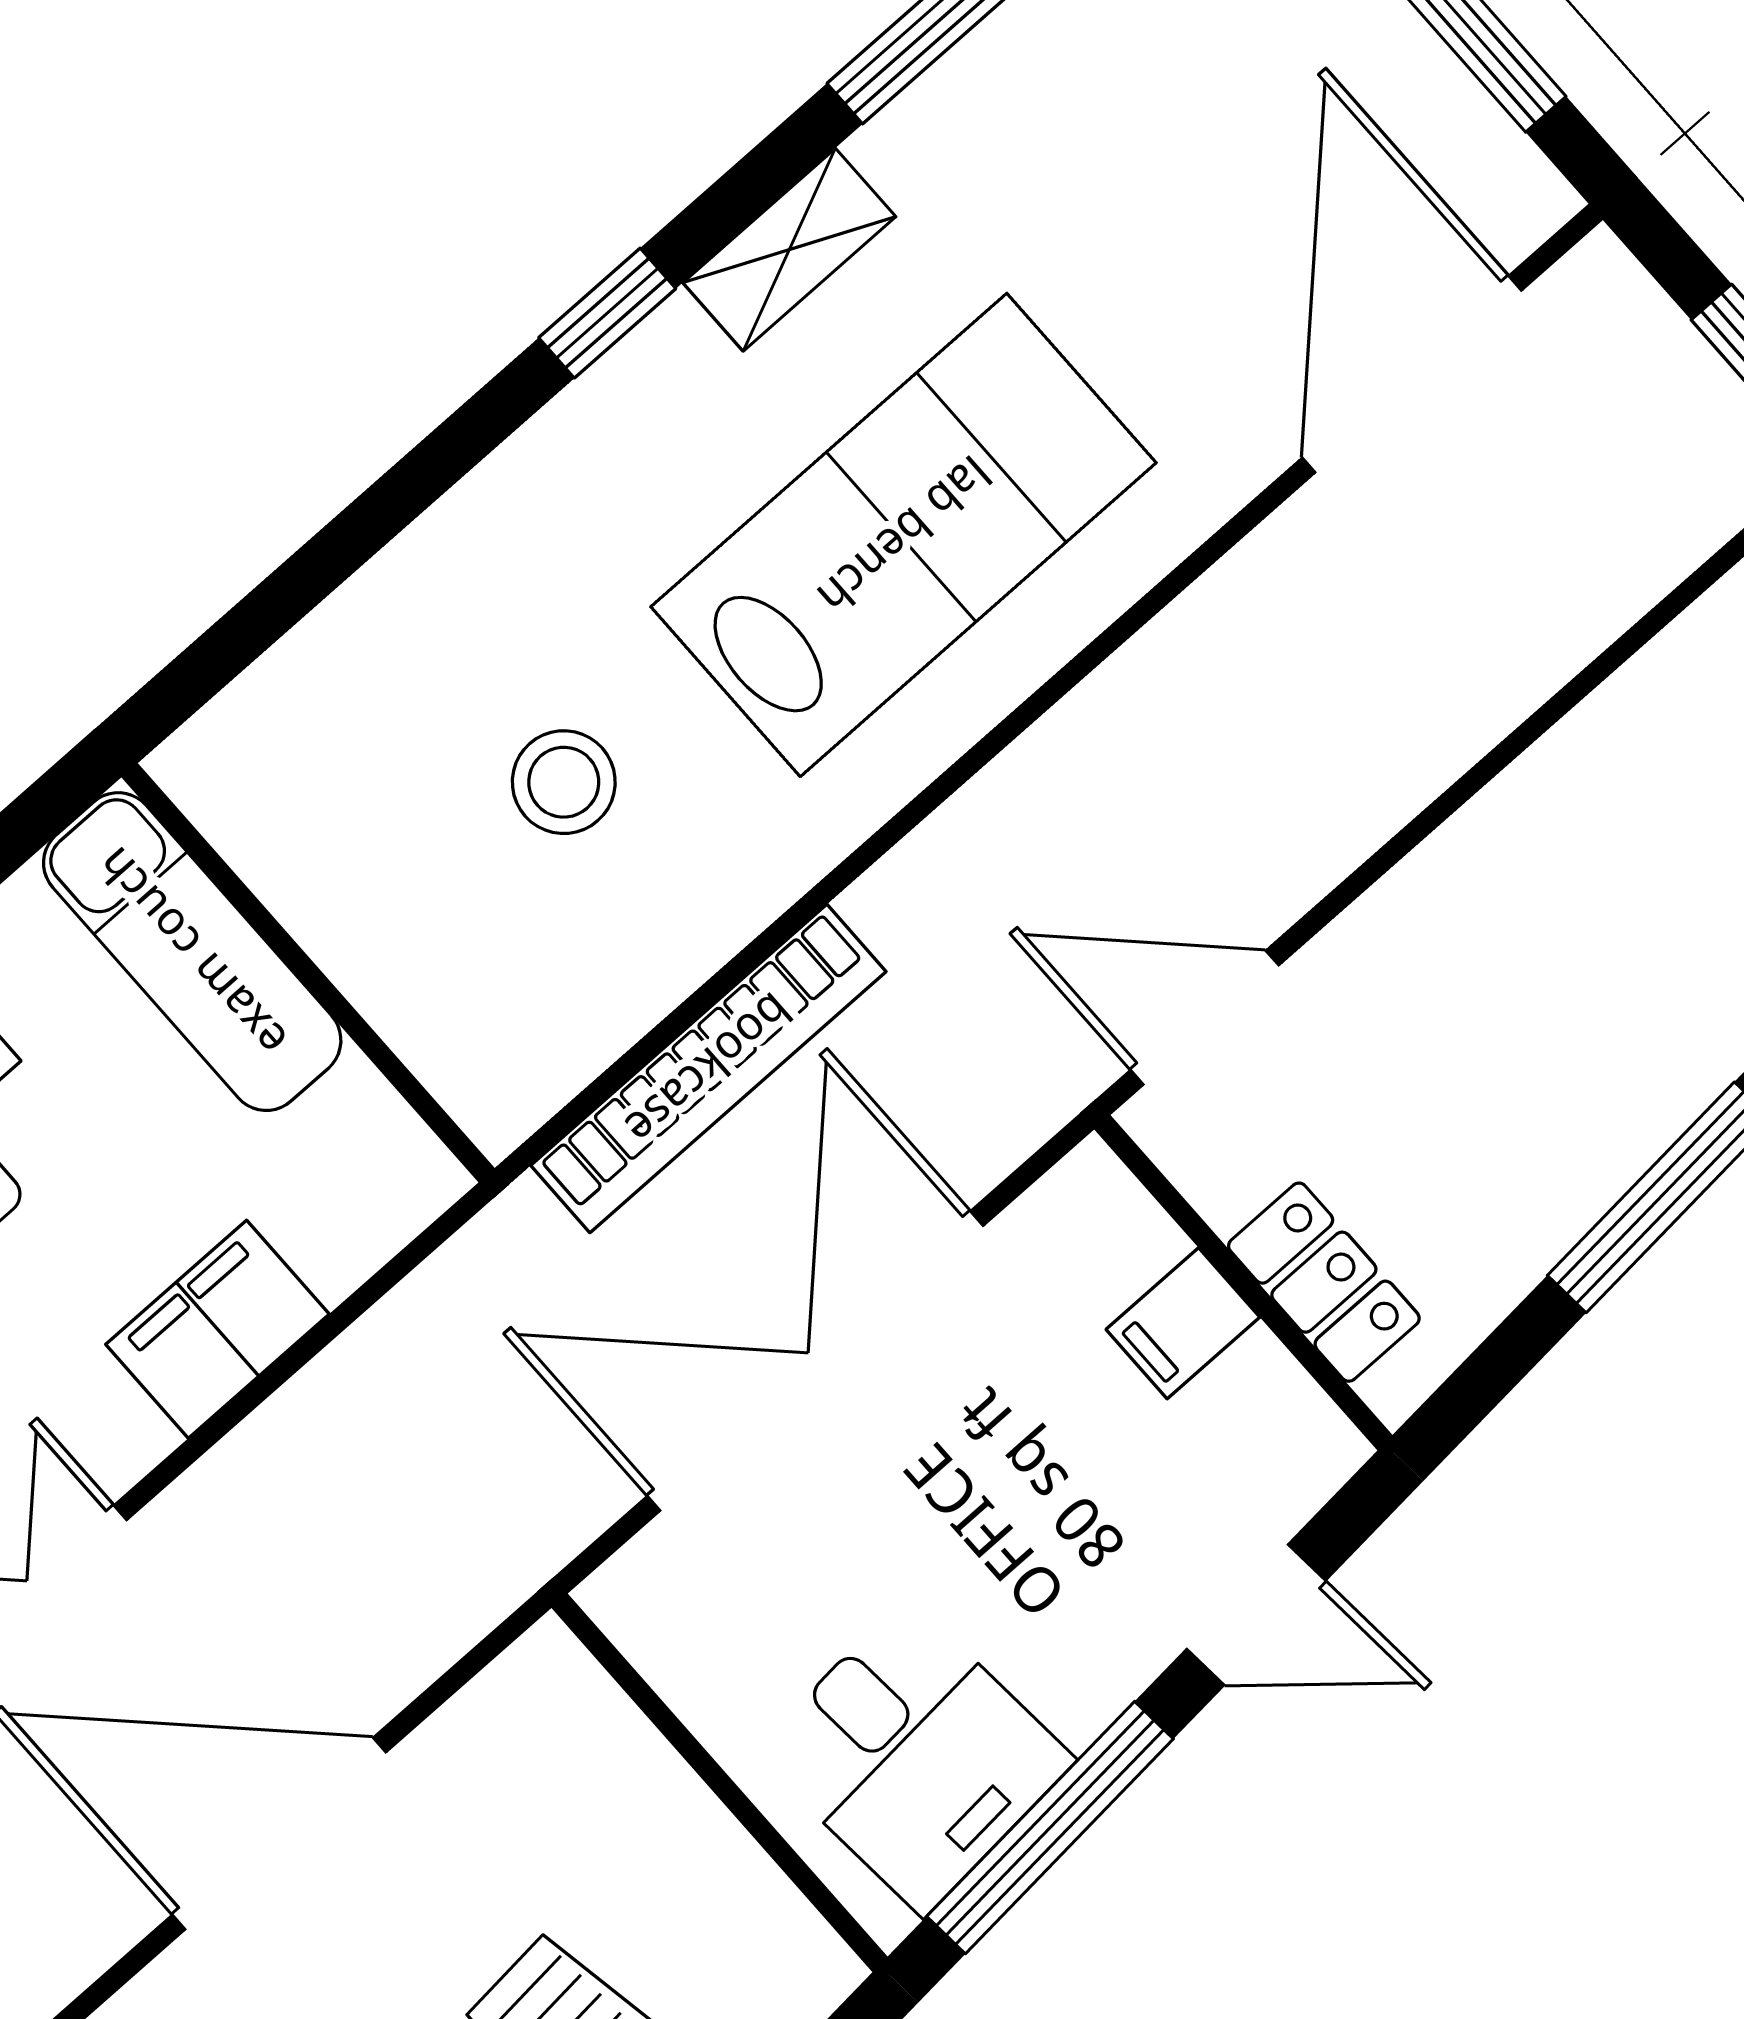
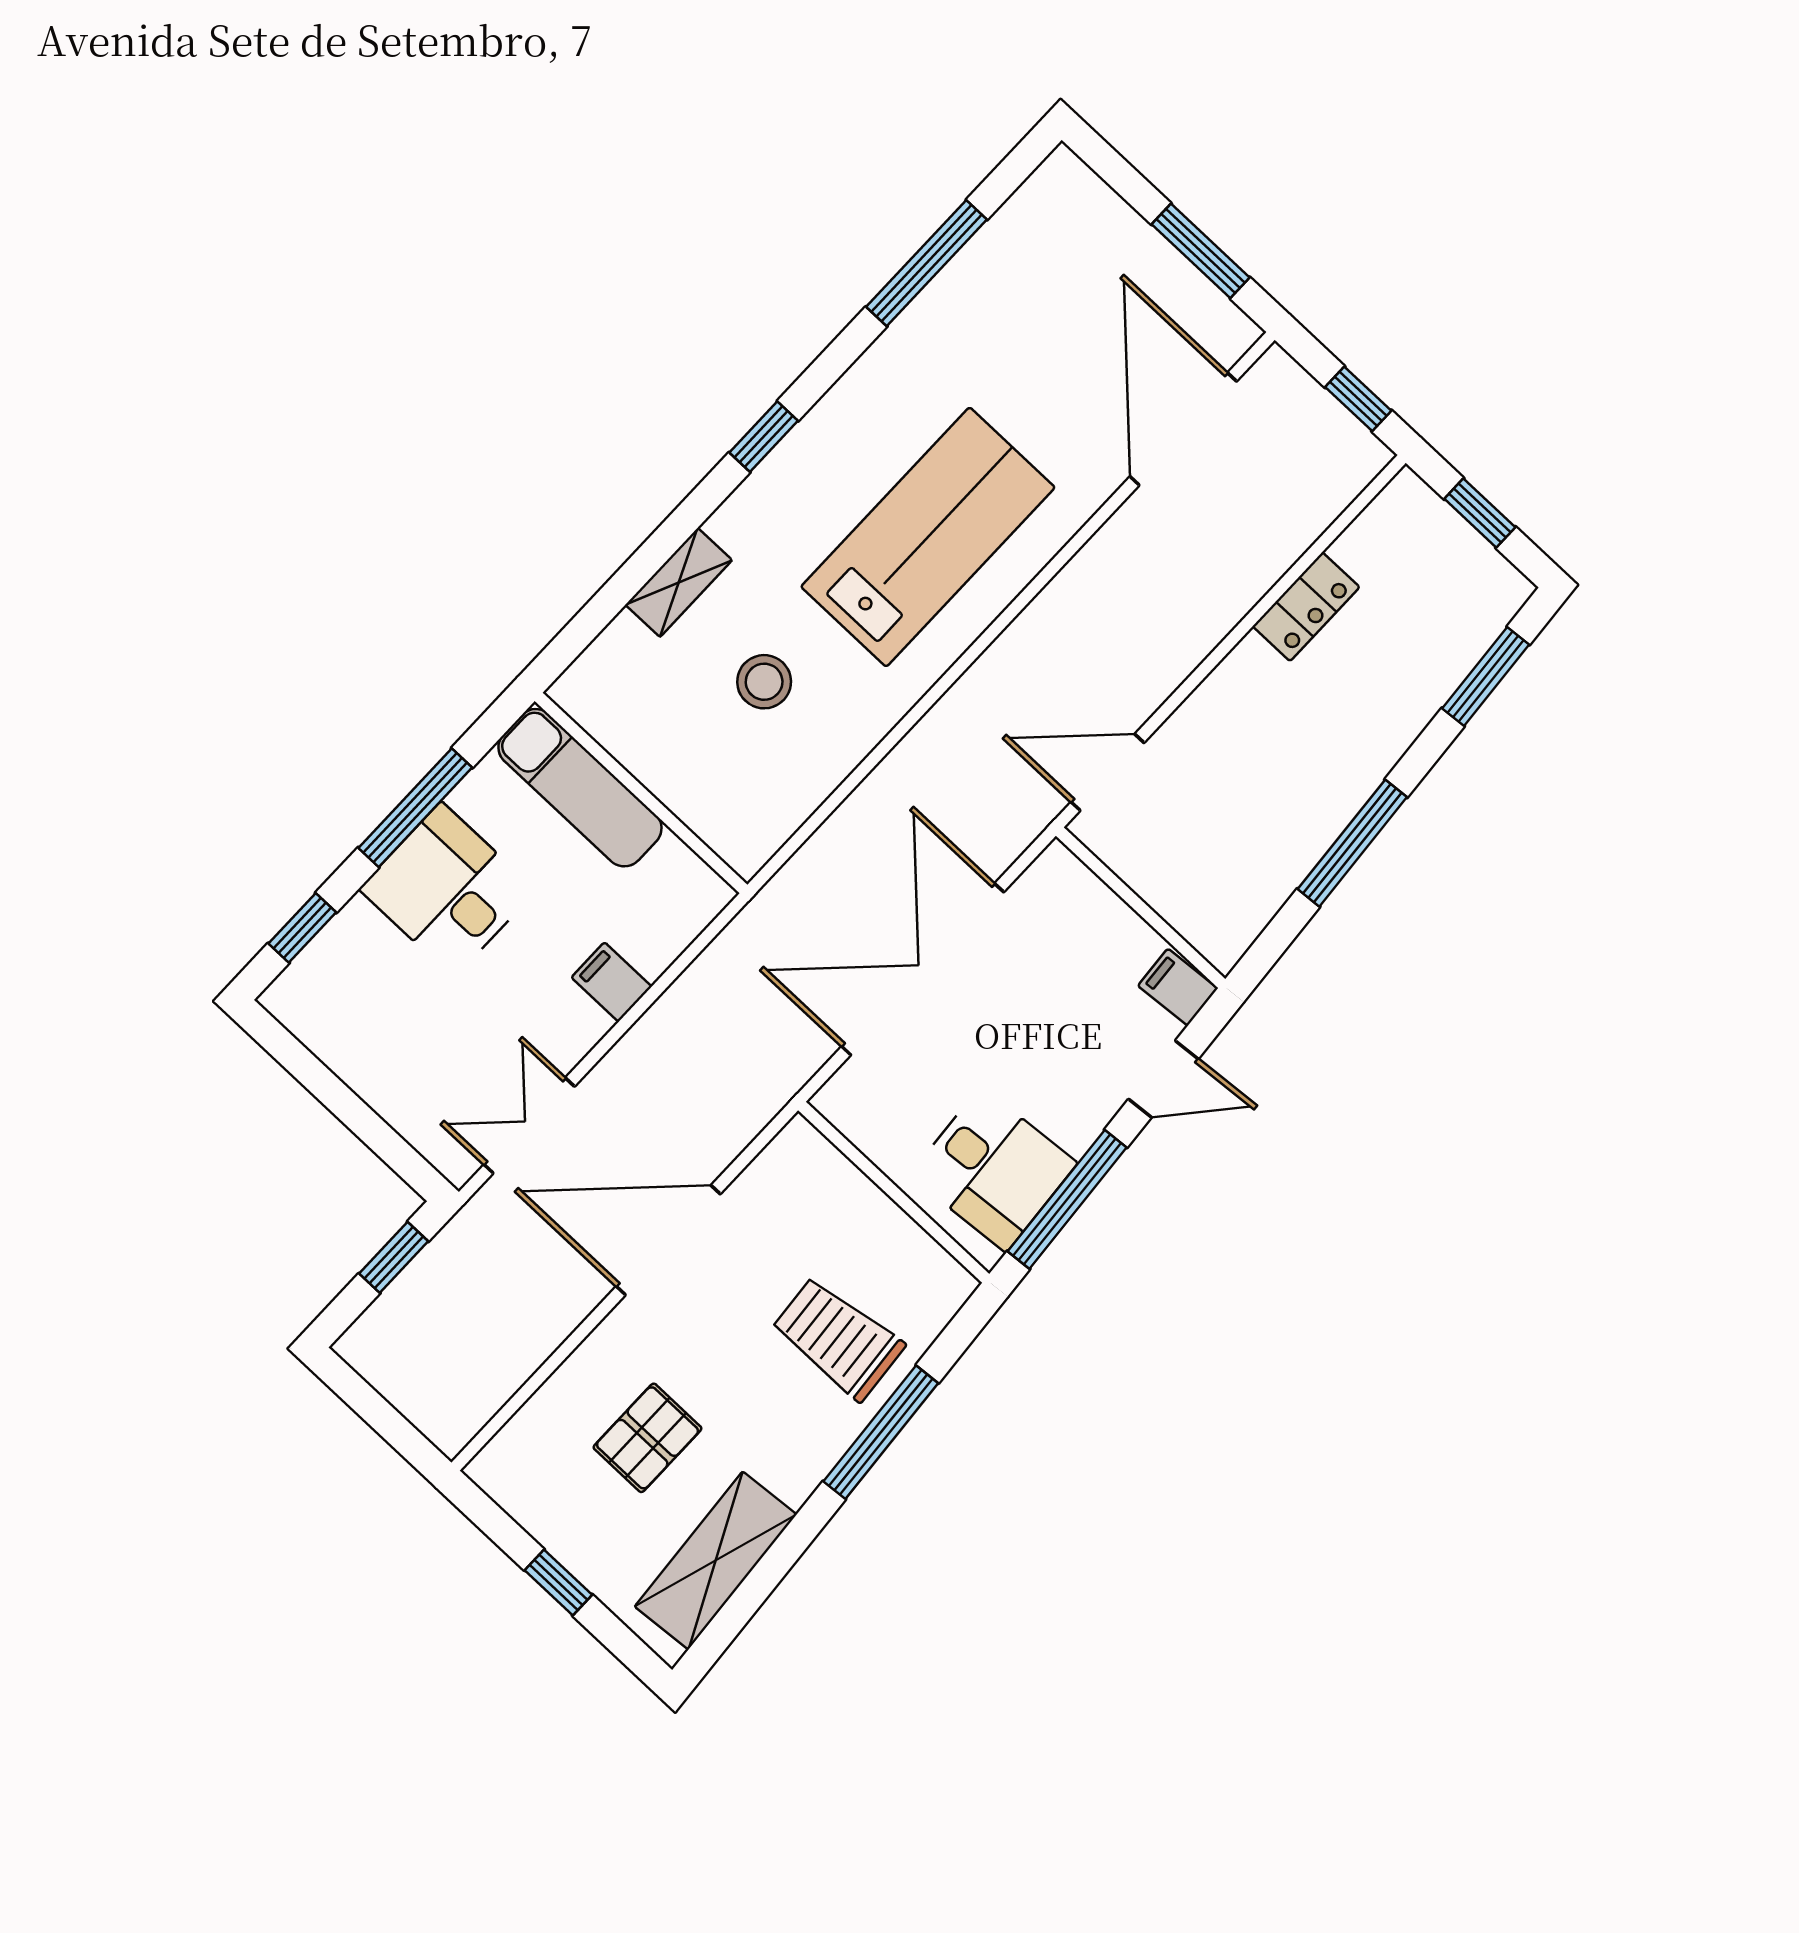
shelving: (789, 250) -> (679, 582), moved
bookcase: (708, 1069) -> (853, 823), removed
locker: (1324, 1282) -> (1306, 607), moved, turned 90
filing cabinet: (1183, 1323) -> (1178, 987), moved, turned 85
filing cabinet: (217, 1329) -> (612, 982), width x0.50

